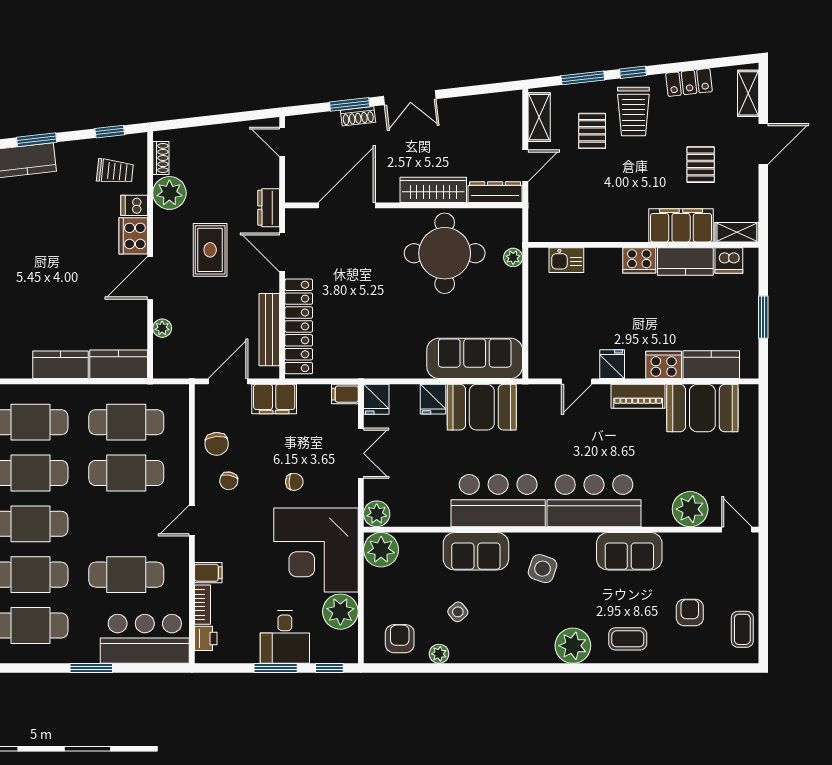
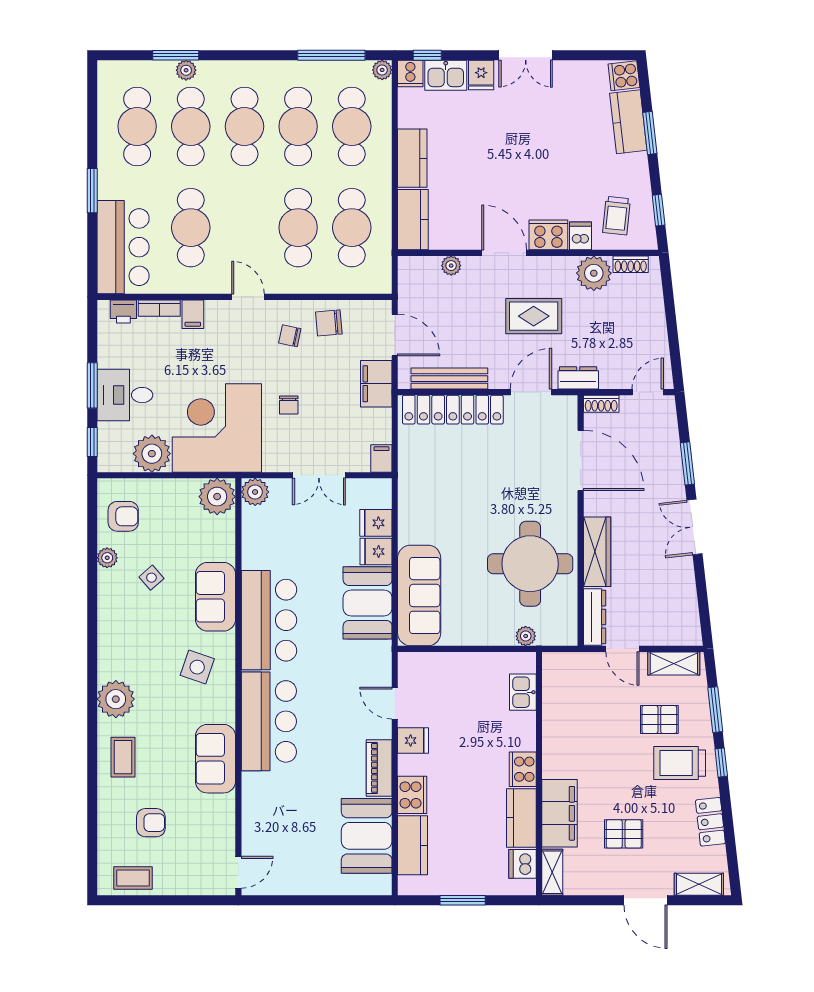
shoe rack: (358, 116) -> (601, 404), moved, turned -84
fridge: (376, 399) -> (376, 523), moved
plant: (690, 509) -> (260, 823), removed

